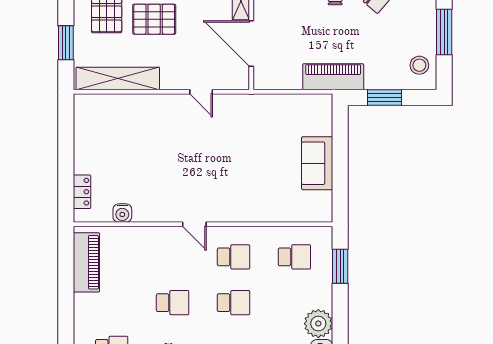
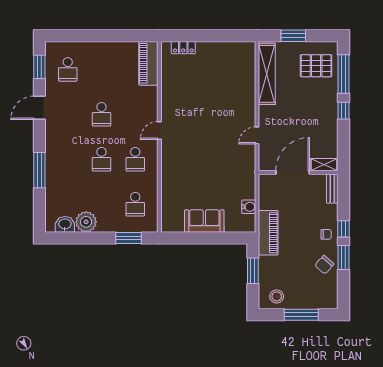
pallet: (154, 19) -> (311, 101), removed
water cooler: (122, 213) -> (249, 207), moved, turned 180
piano: (86, 262) -> (148, 63), moved, turned 90

